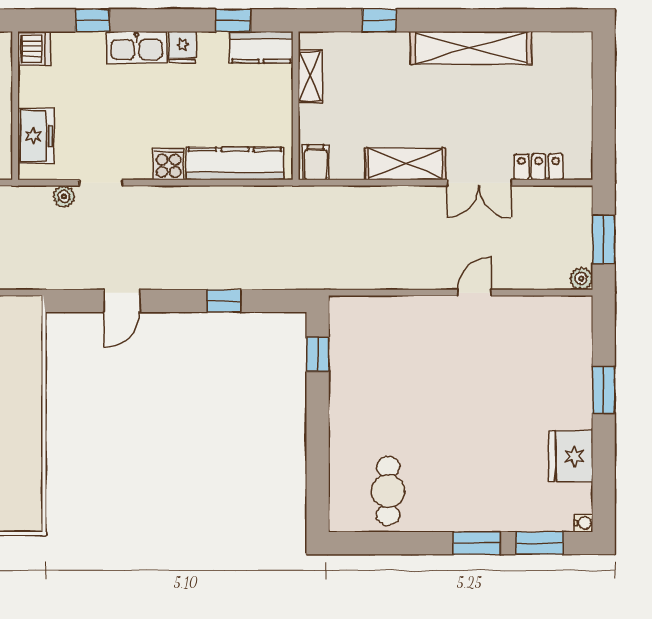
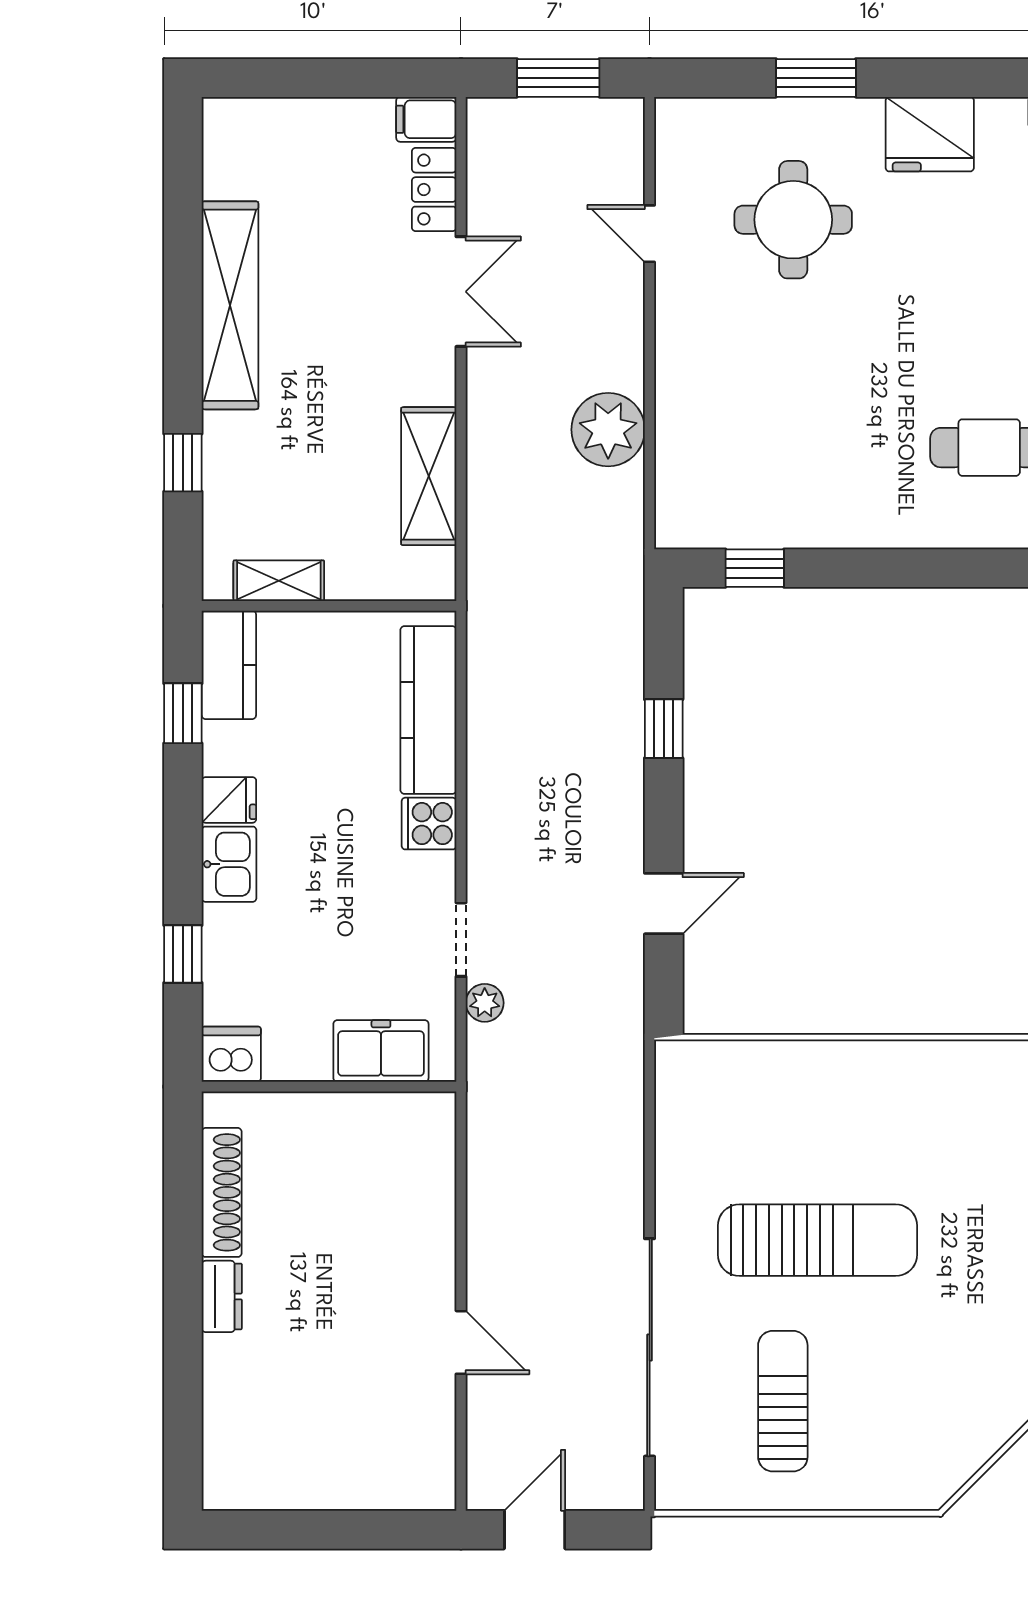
kitchen sink: (137, 47) -> (229, 864), width x0.73
filing cabinet: (316, 162) -> (426, 119), moved
shelving: (405, 164) -> (429, 476), moved
plant: (581, 279) -> (608, 430), moved, width x1.88, depth x1.88
door: (475, 293) -> (650, 234), moved
door: (122, 301) -> (664, 904), hinge flipped
round table: (521, 377) -> (793, 220), added

